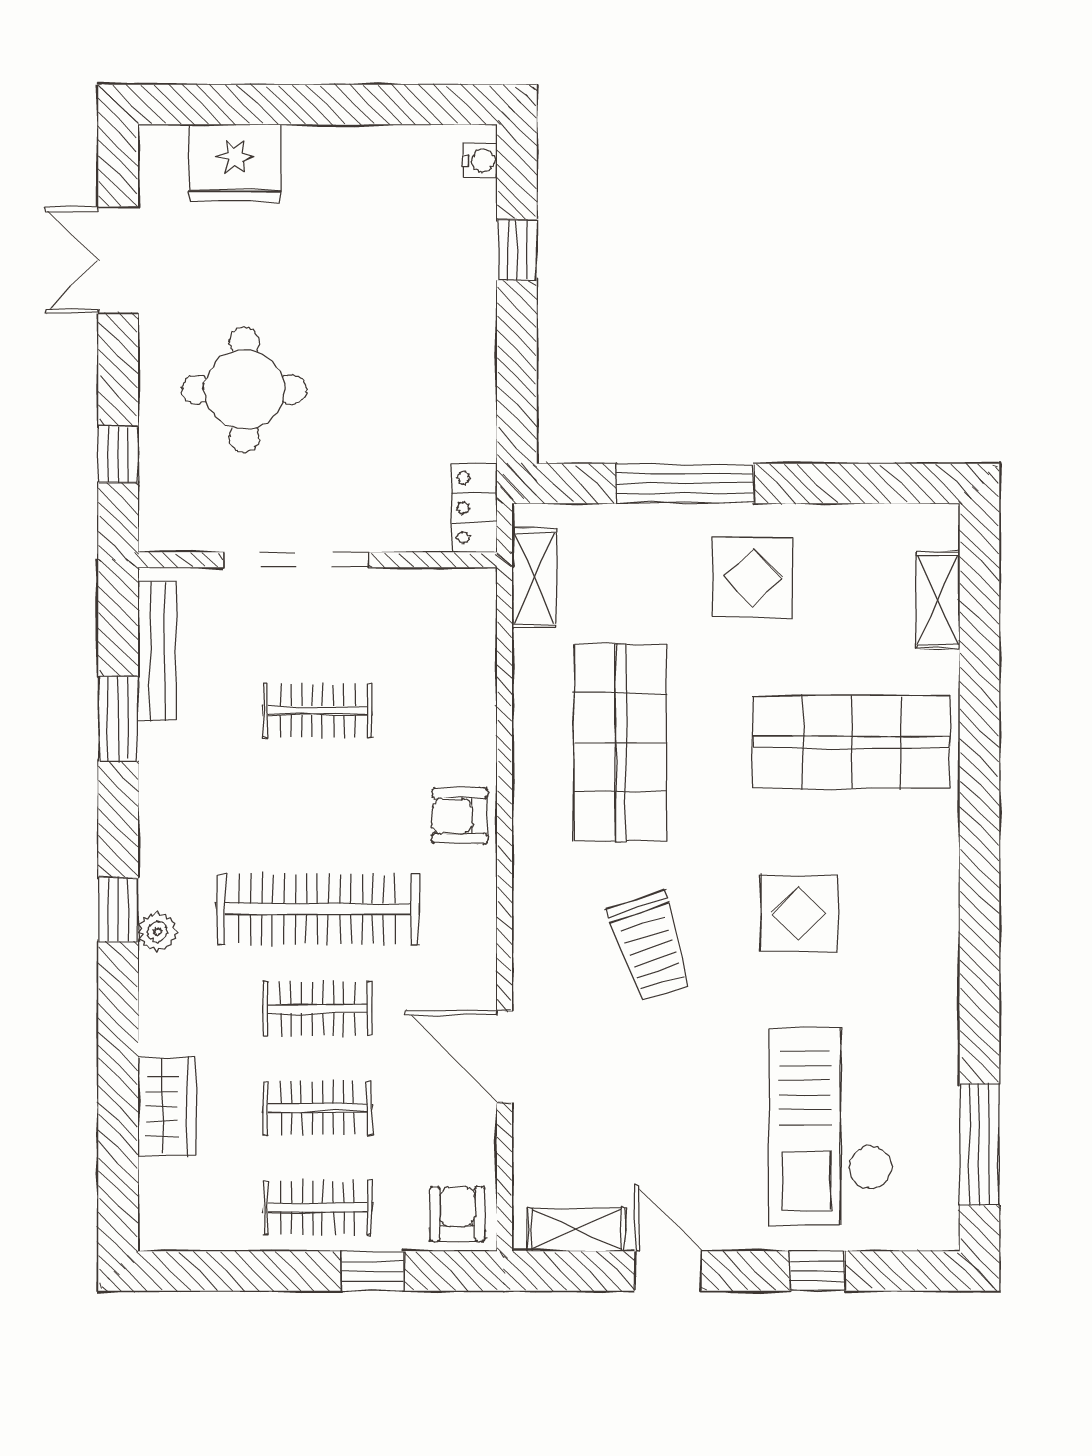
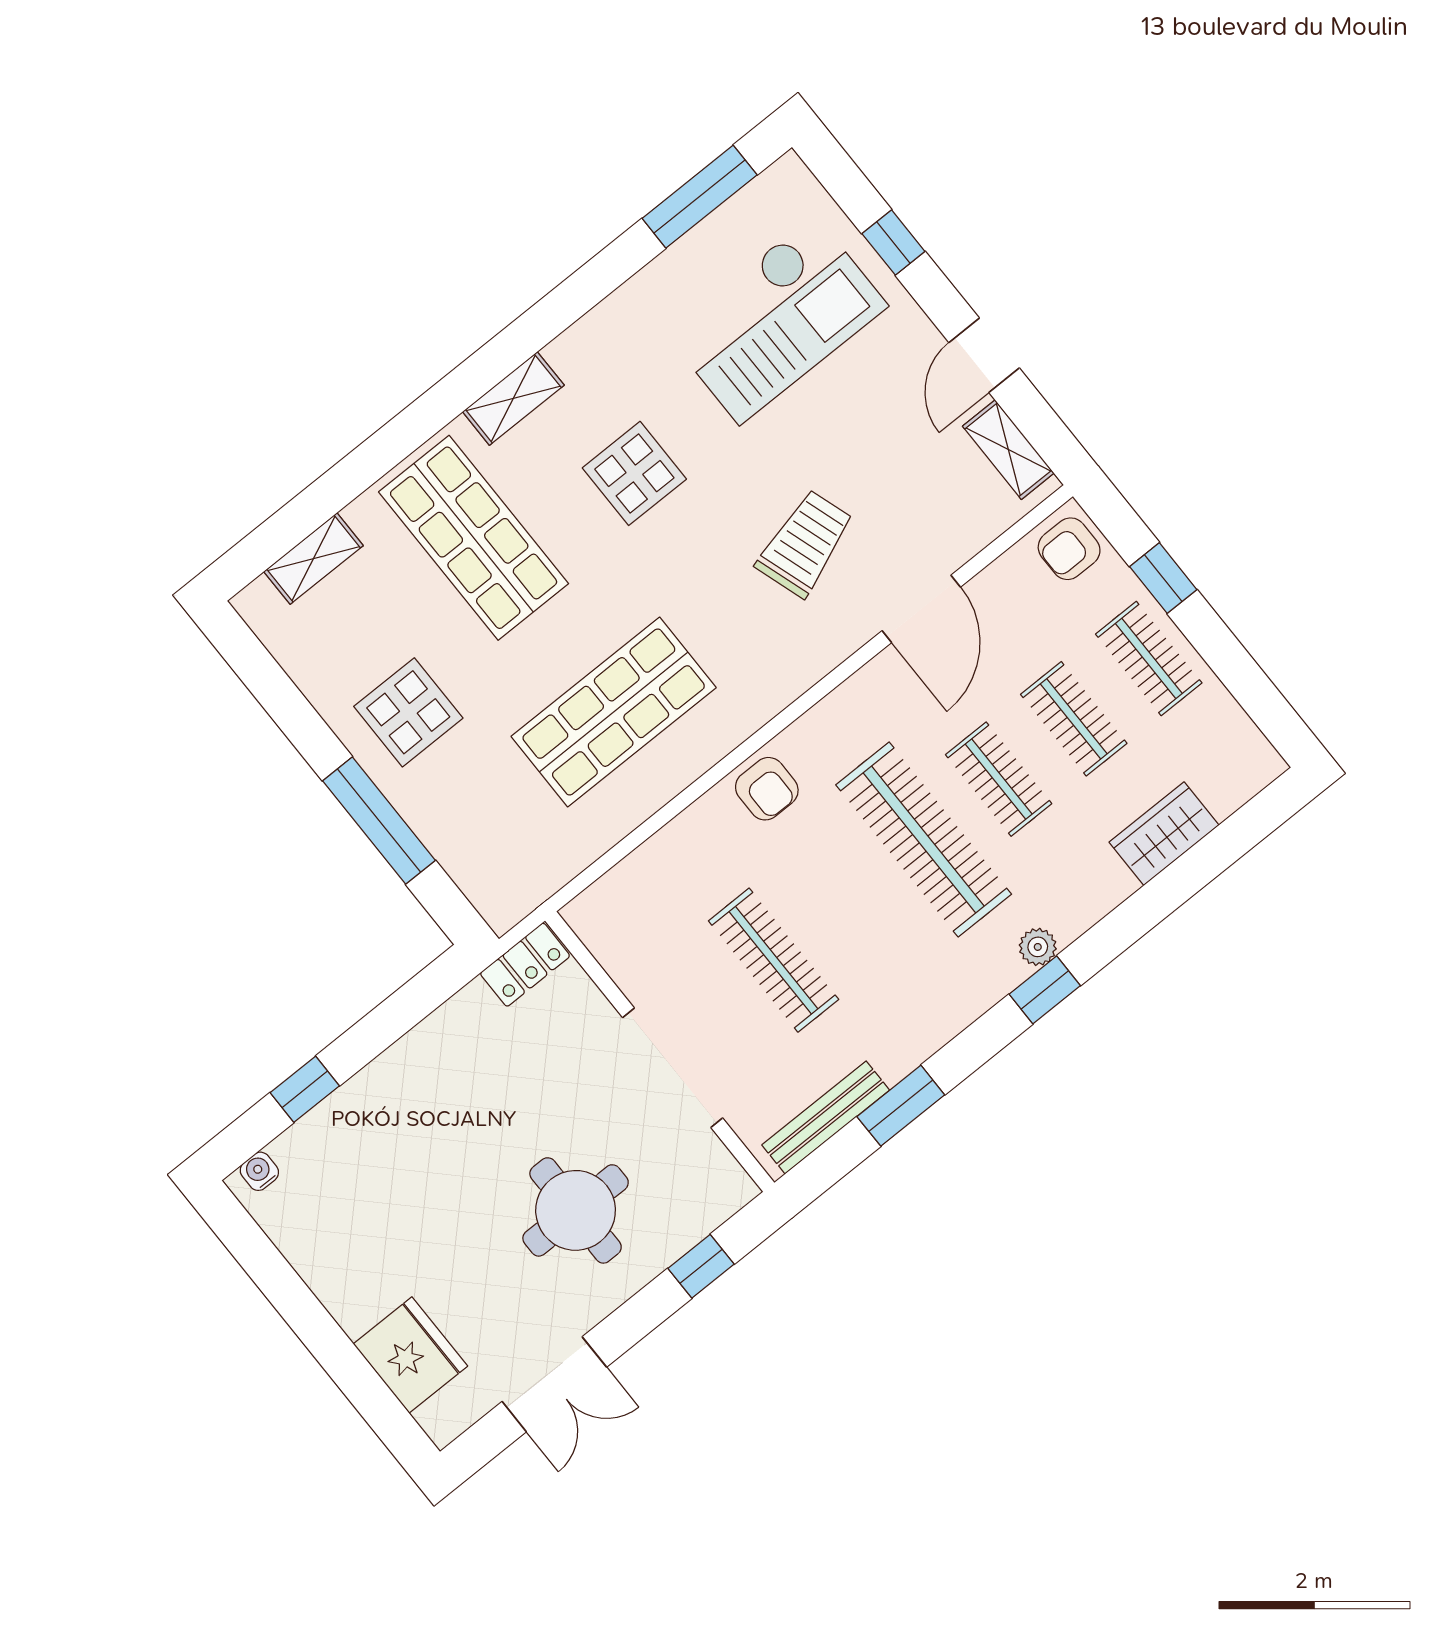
shelving: (534, 578) -> (513, 398), moved
clothes rail: (318, 711) -> (774, 960), width x1.36
trolley: (651, 946) -> (805, 543), moved

